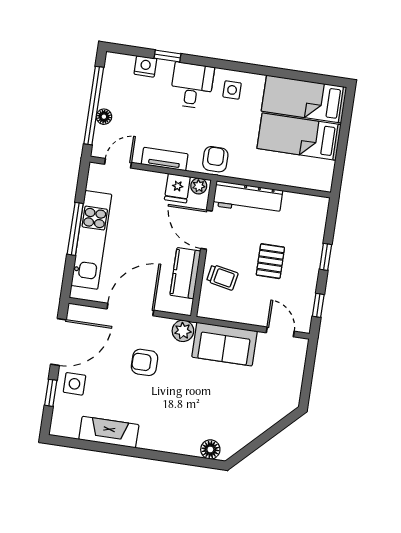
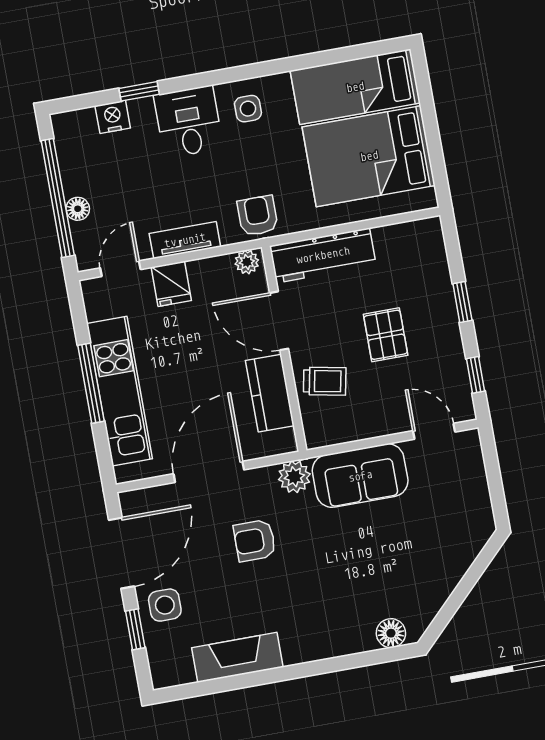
bed: (299, 137) -> (369, 156), width x1.50
fridge: (177, 188) -> (171, 284), moved

